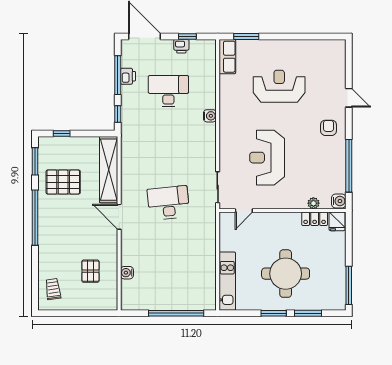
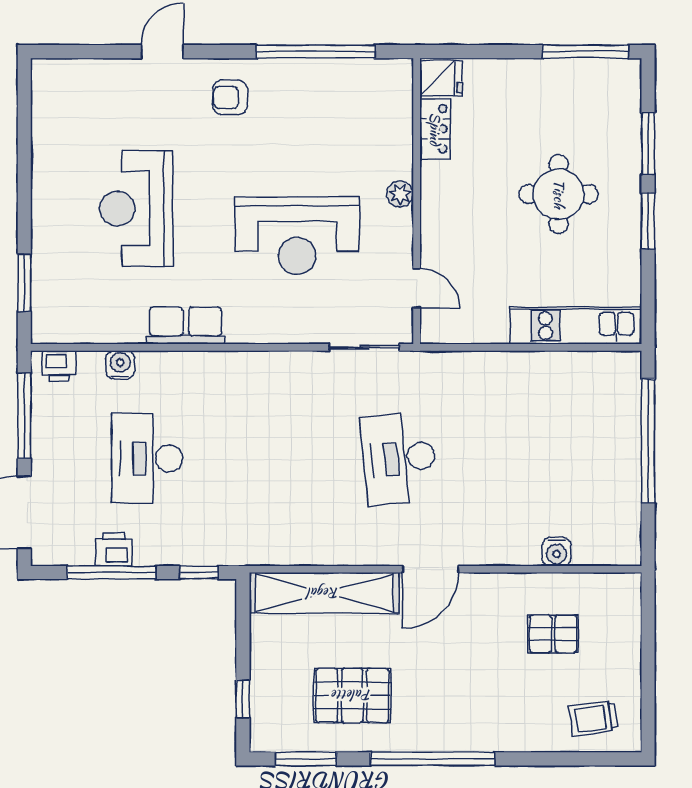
window: (187, 37) -> (24, 416), width x2.17
printer: (181, 46) -> (59, 366), moved, turned 90
row of seats: (227, 57) -> (186, 325), moved
water cooler: (210, 116) -> (120, 365), moved
pallet: (63, 182) -> (352, 695), turned 90
water cooler: (339, 201) -> (395, 74), removed
plant: (313, 203) -> (400, 194), moved
round table: (286, 274) -> (559, 194), width x0.73, depth x0.73

